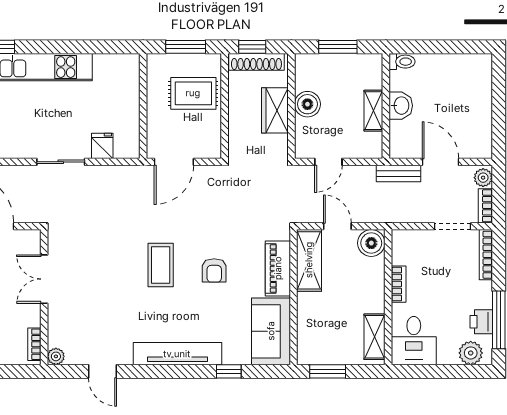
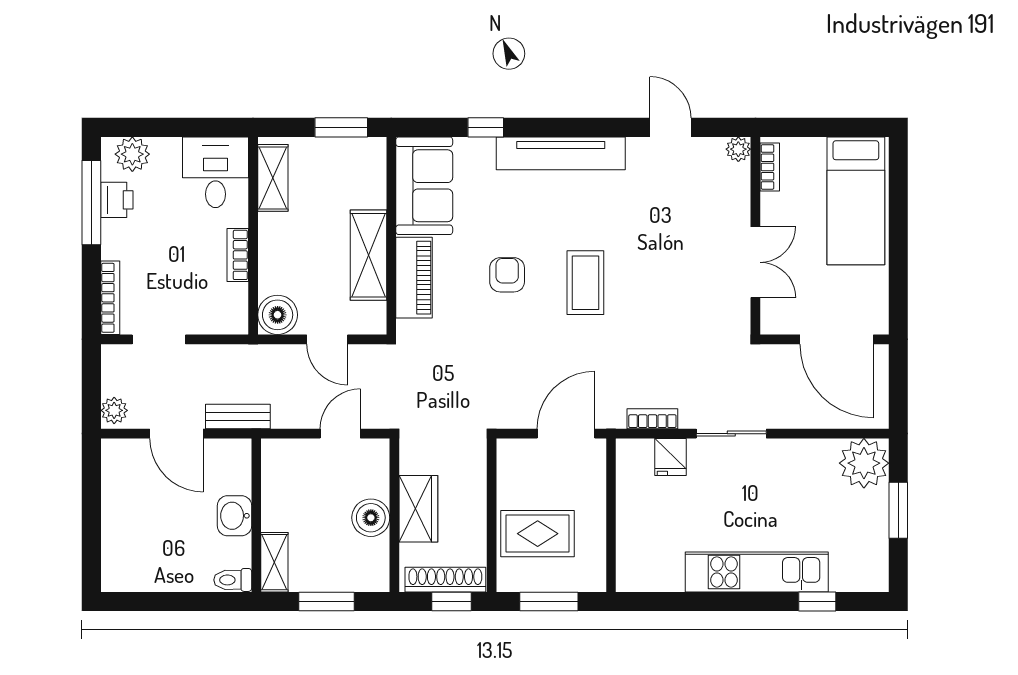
shelving: (373, 111) -> (274, 562), moved
bookcase: (485, 206) -> (652, 419), moved, turned -90
shelving: (309, 260) -> (368, 255), moved

